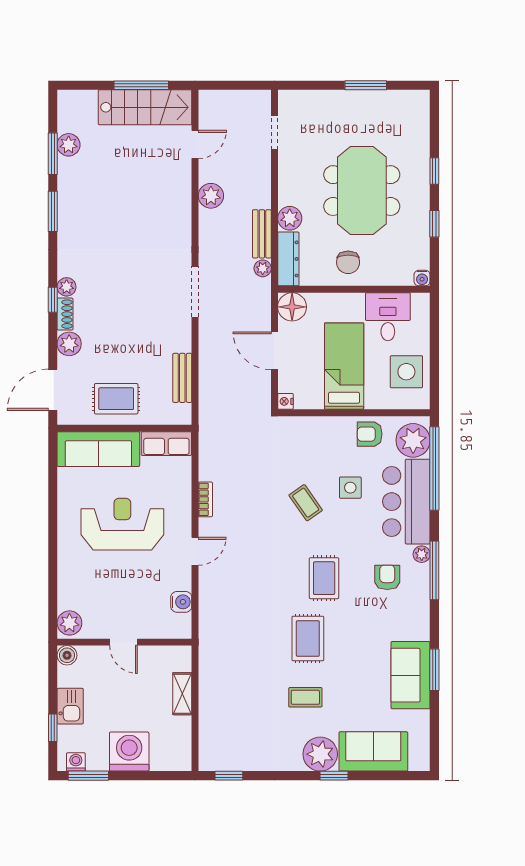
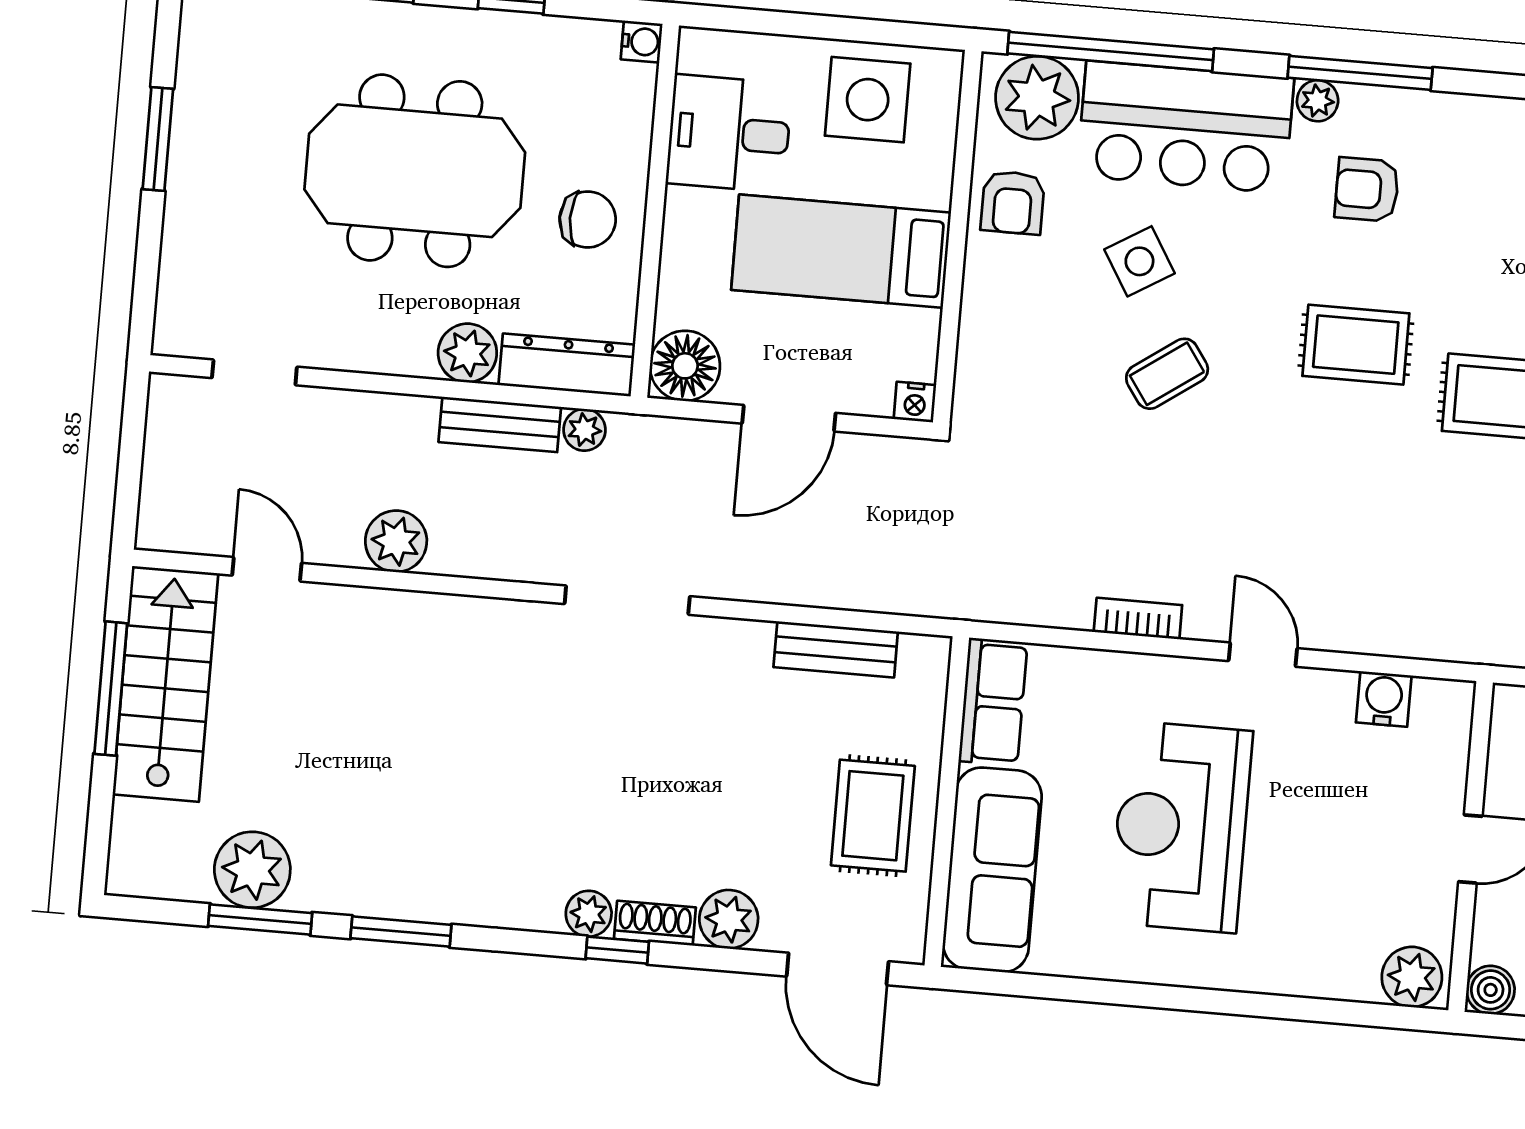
plant: (69, 145) -> (252, 870), width x1.36, depth x1.36
side table: (350, 488) -> (1139, 261), turned -31

